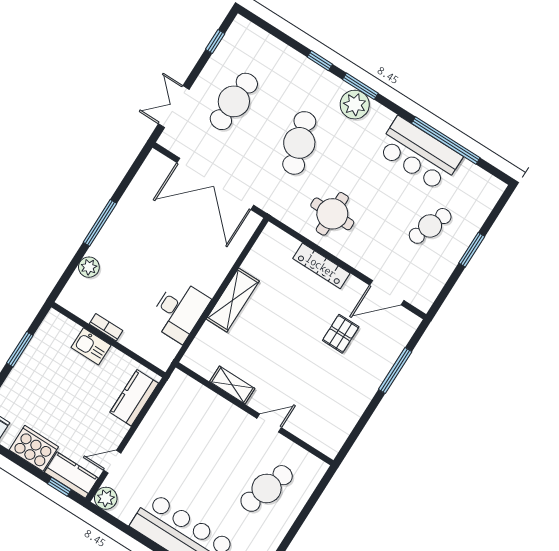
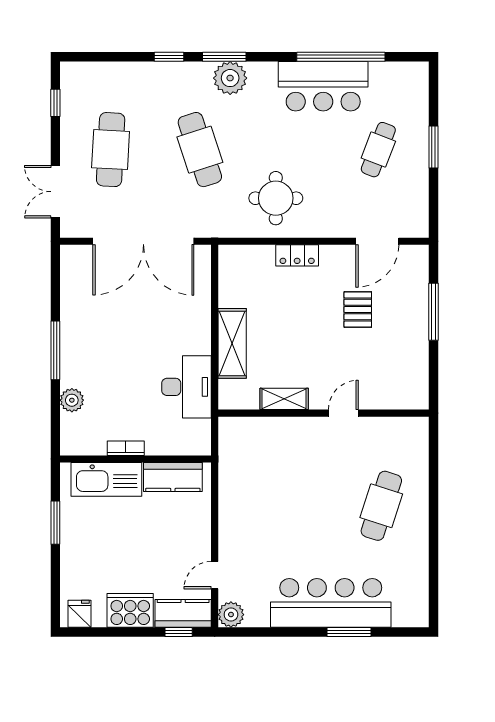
locker: (321, 266) -> (297, 255), width x0.66
kitchen sink: (91, 346) -> (106, 479), width x1.88, depth x1.24
shelving: (232, 385) -> (284, 399), moved
kitchen counter: (134, 398) -> (173, 477), moved, turned -90
wall: (255, 414) -> (324, 413), moved
door: (269, 423) -> (343, 413), moved

